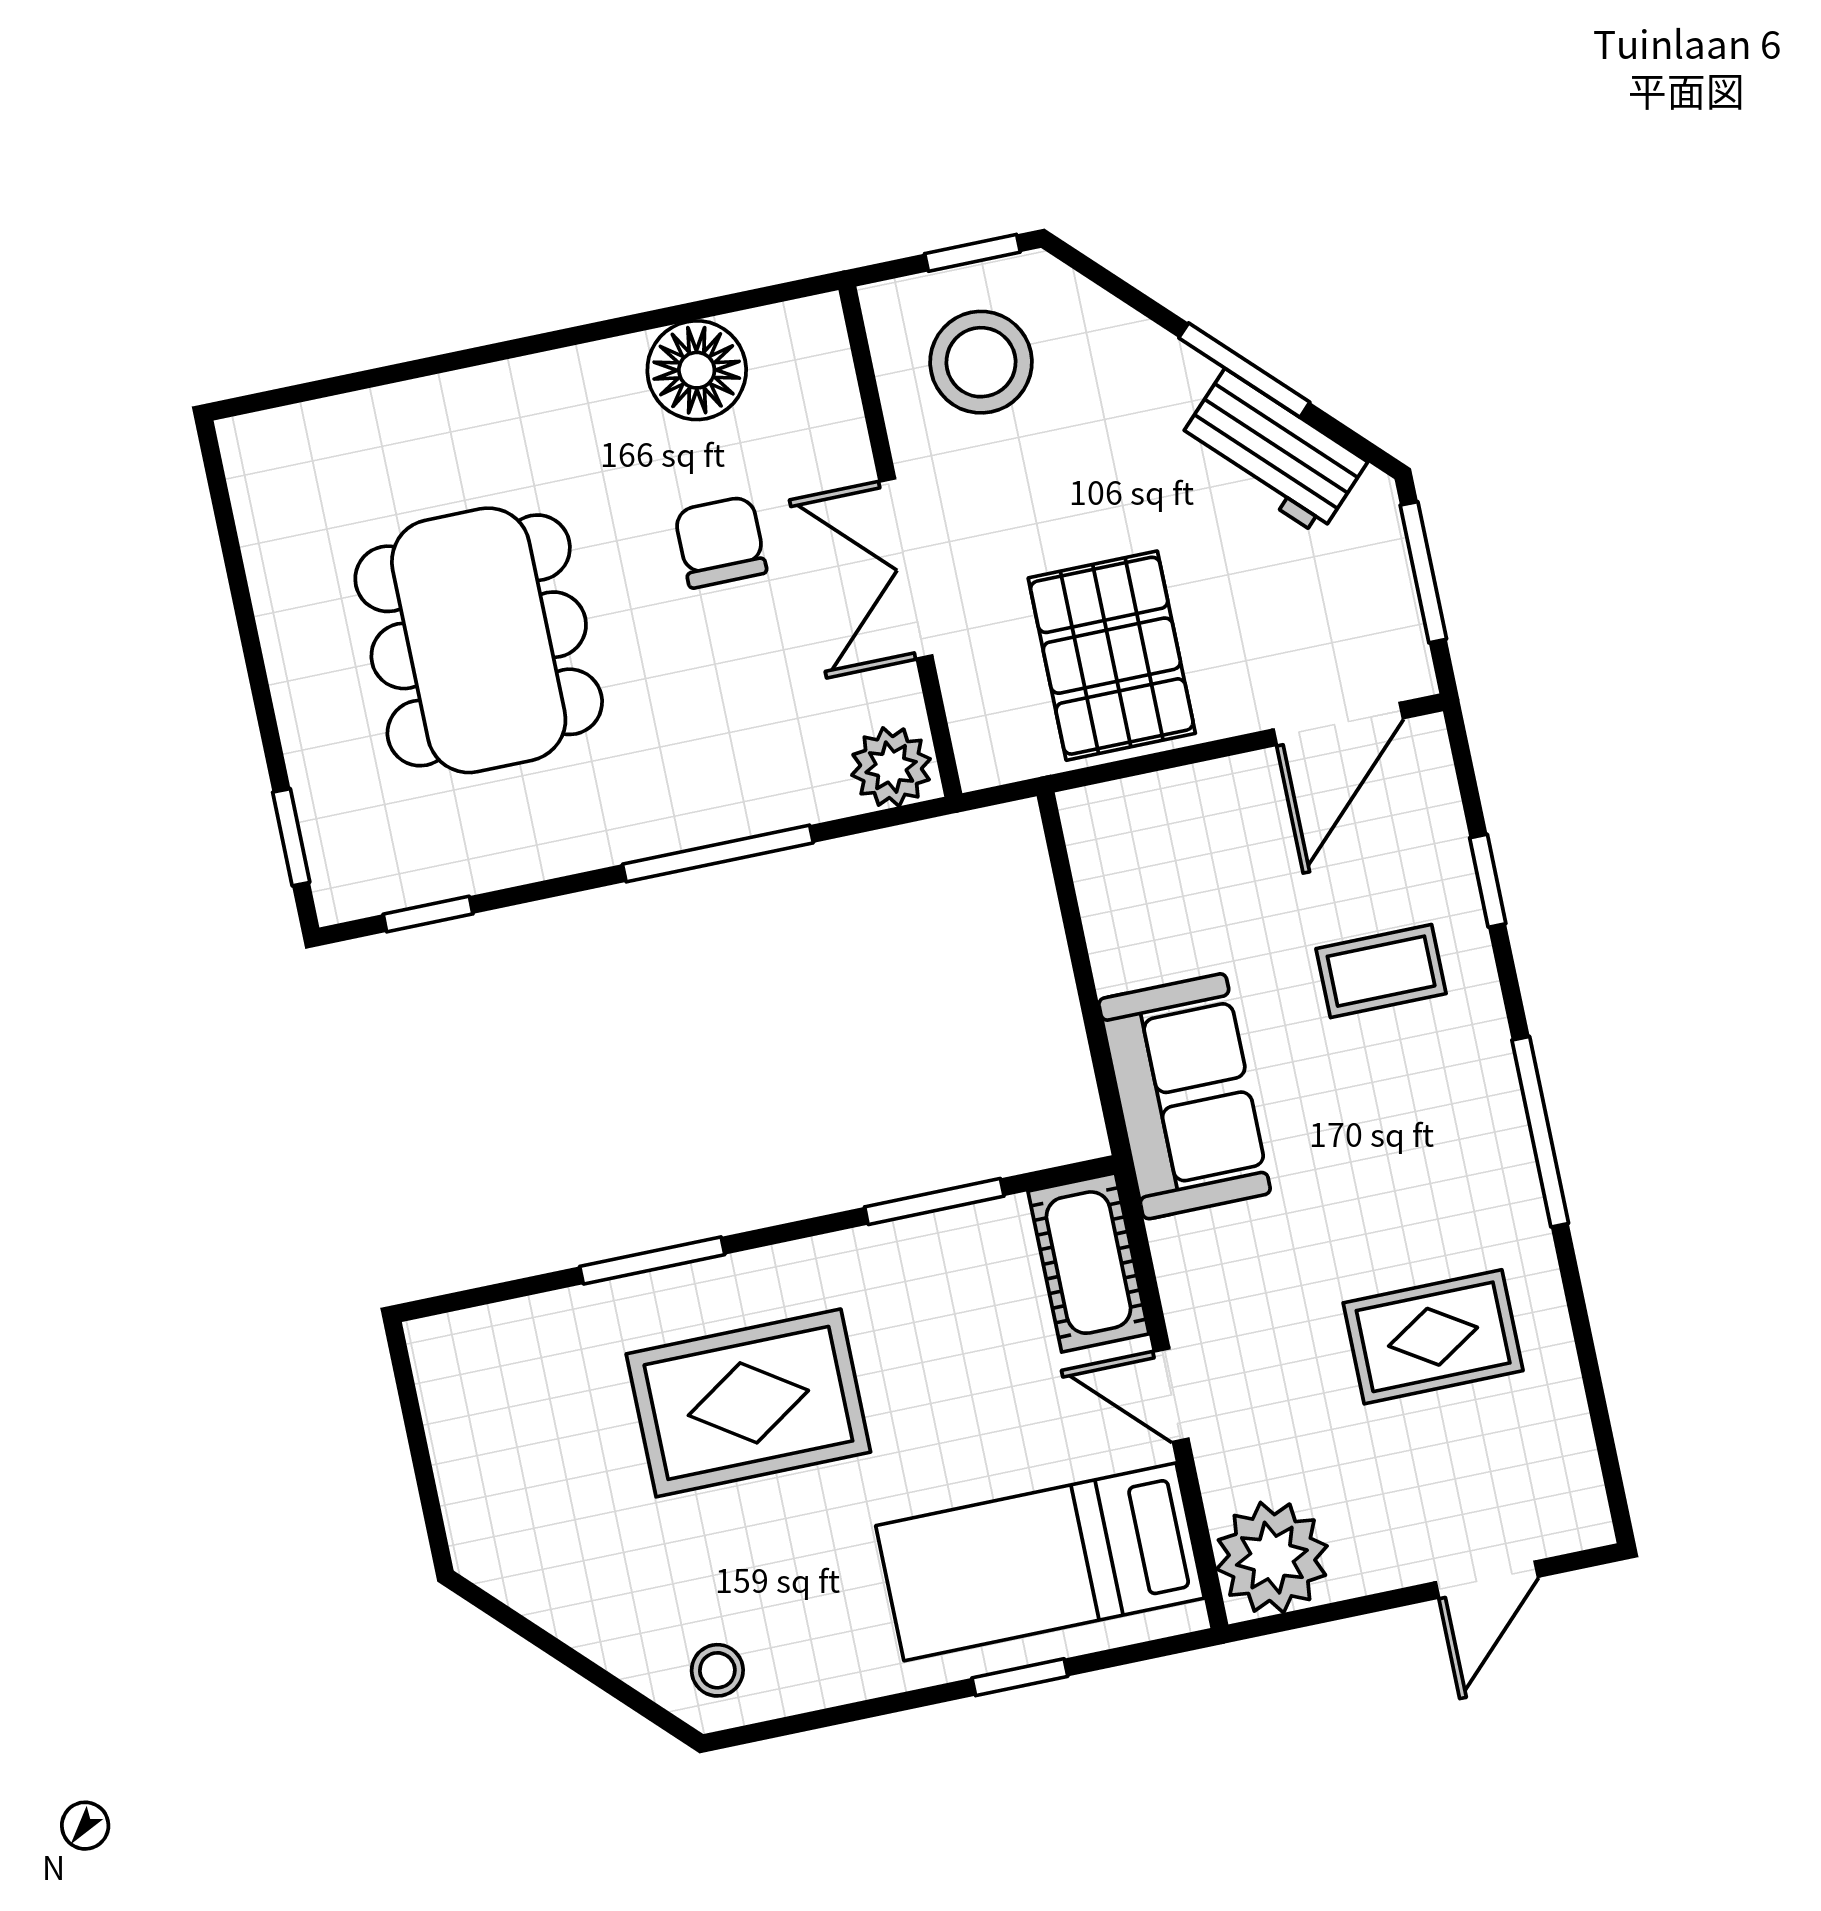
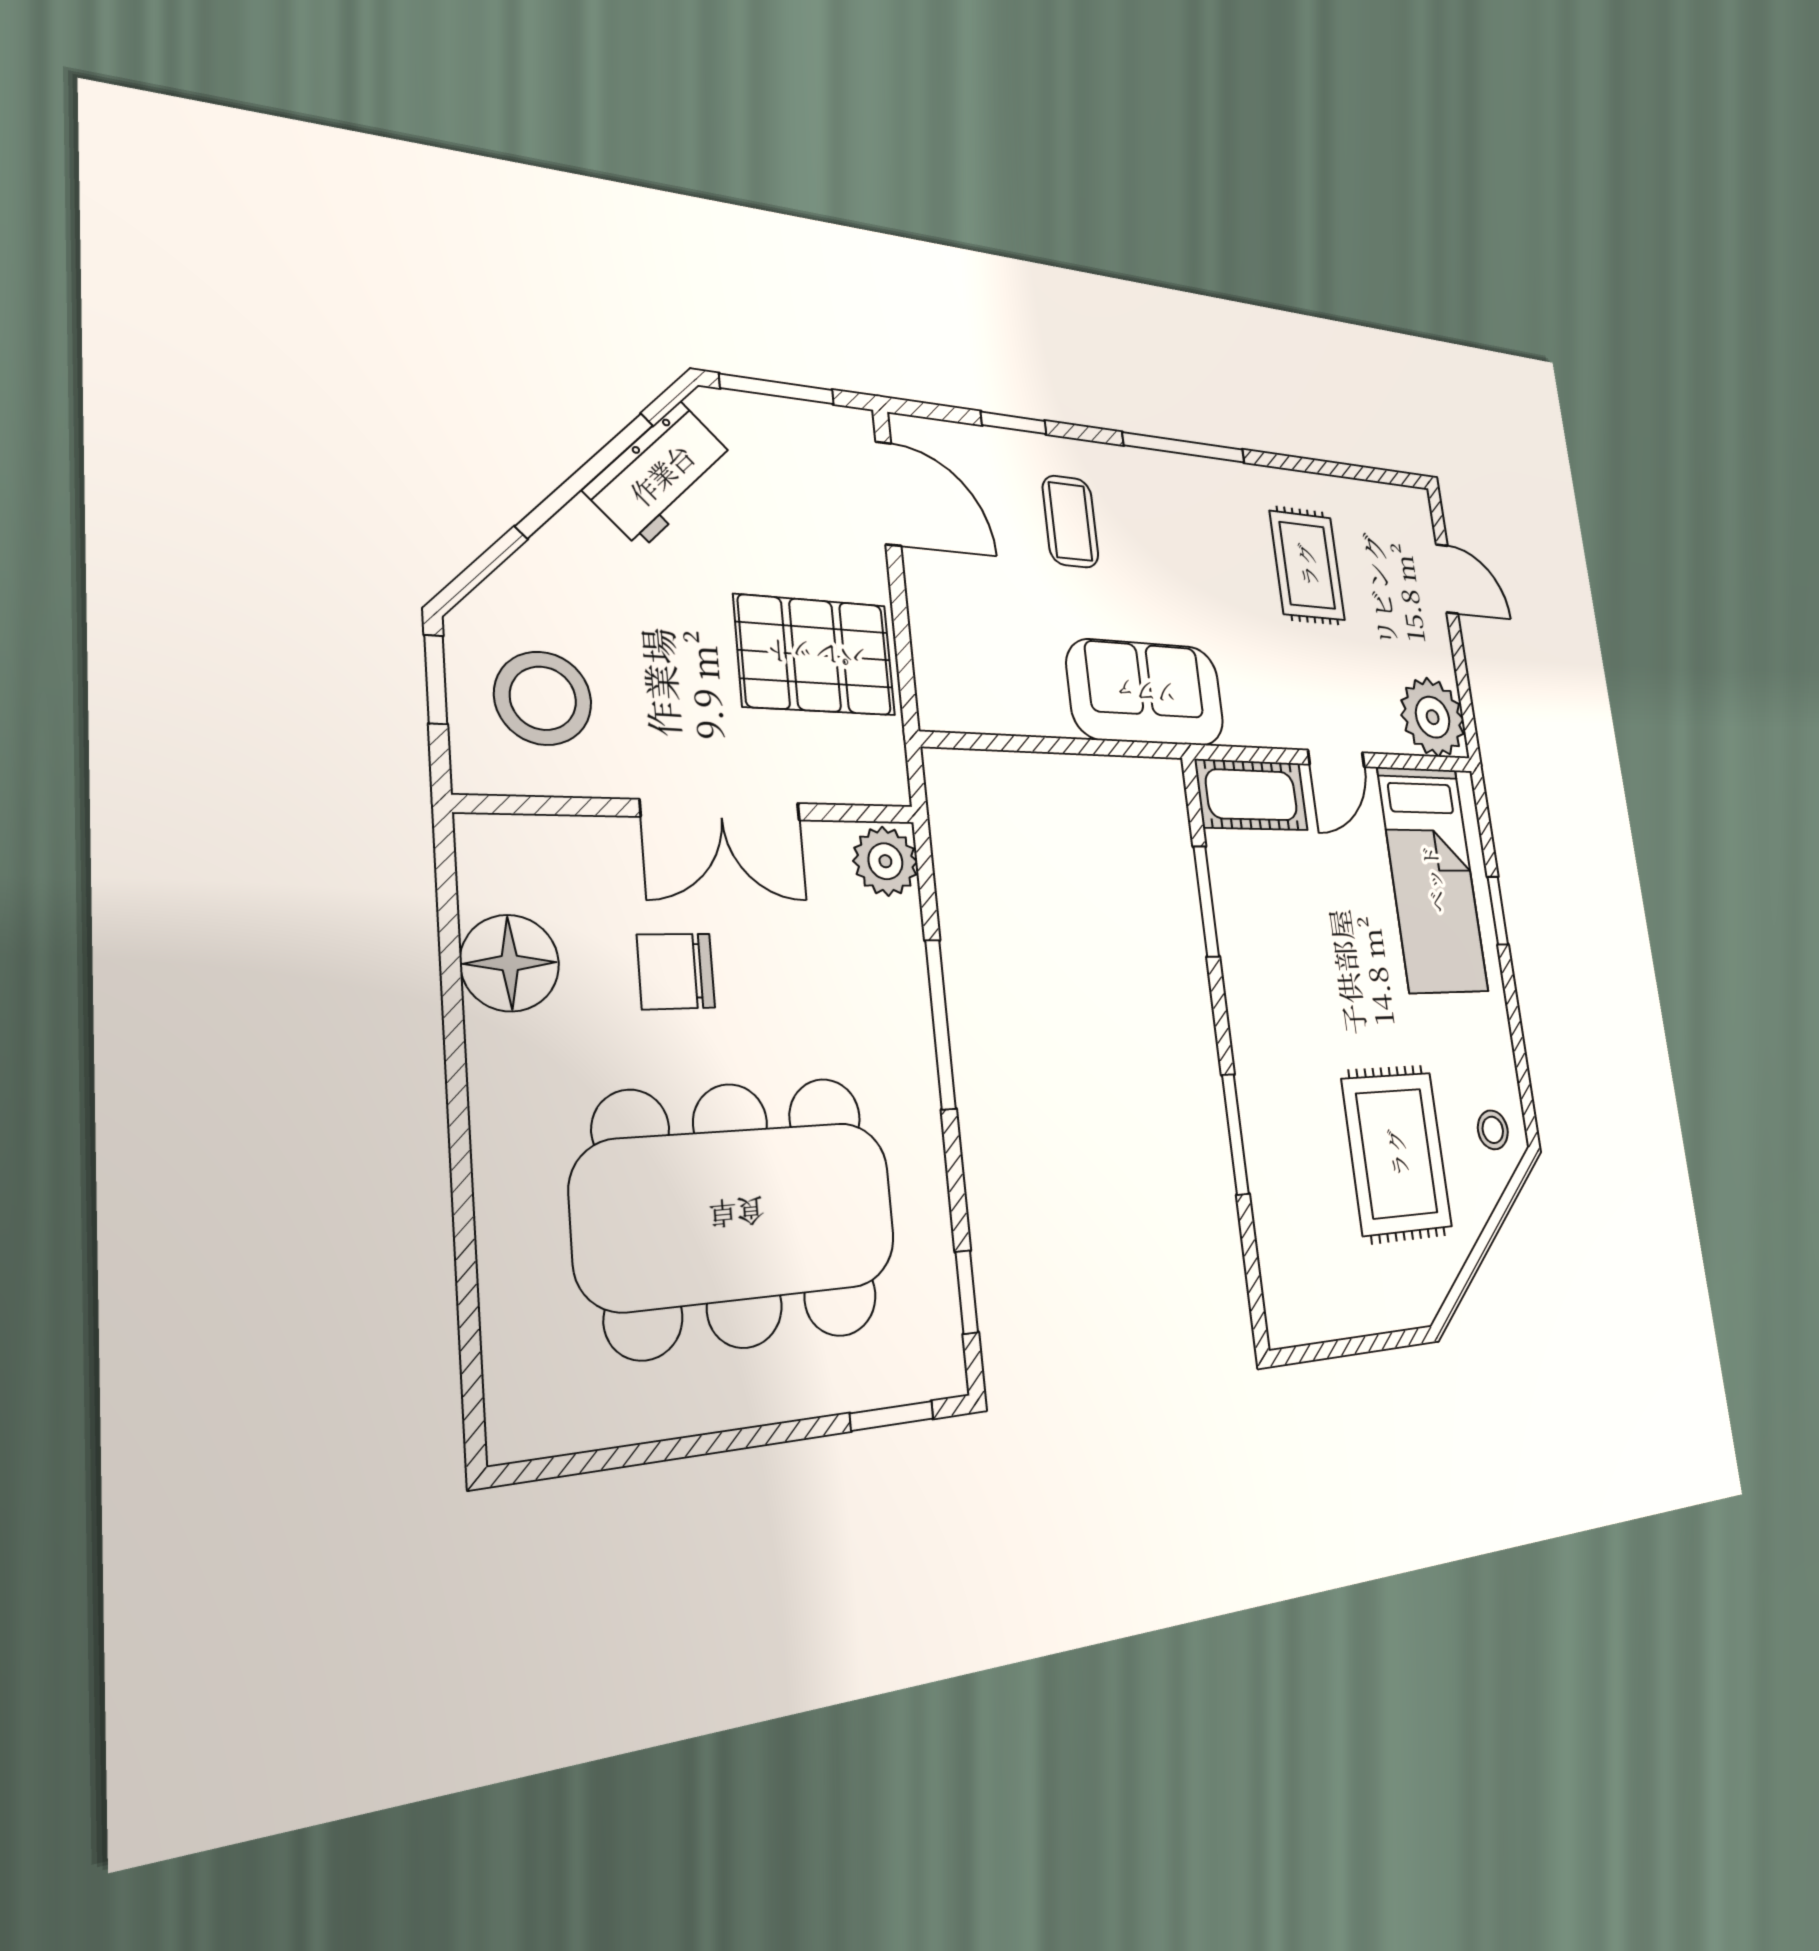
window: (1244, 370) -> (585, 475), width x1.44
dining table: (479, 640) -> (737, 1214), width x1.36, depth x1.24
rug: (748, 1403) -> (1397, 1153), moved

